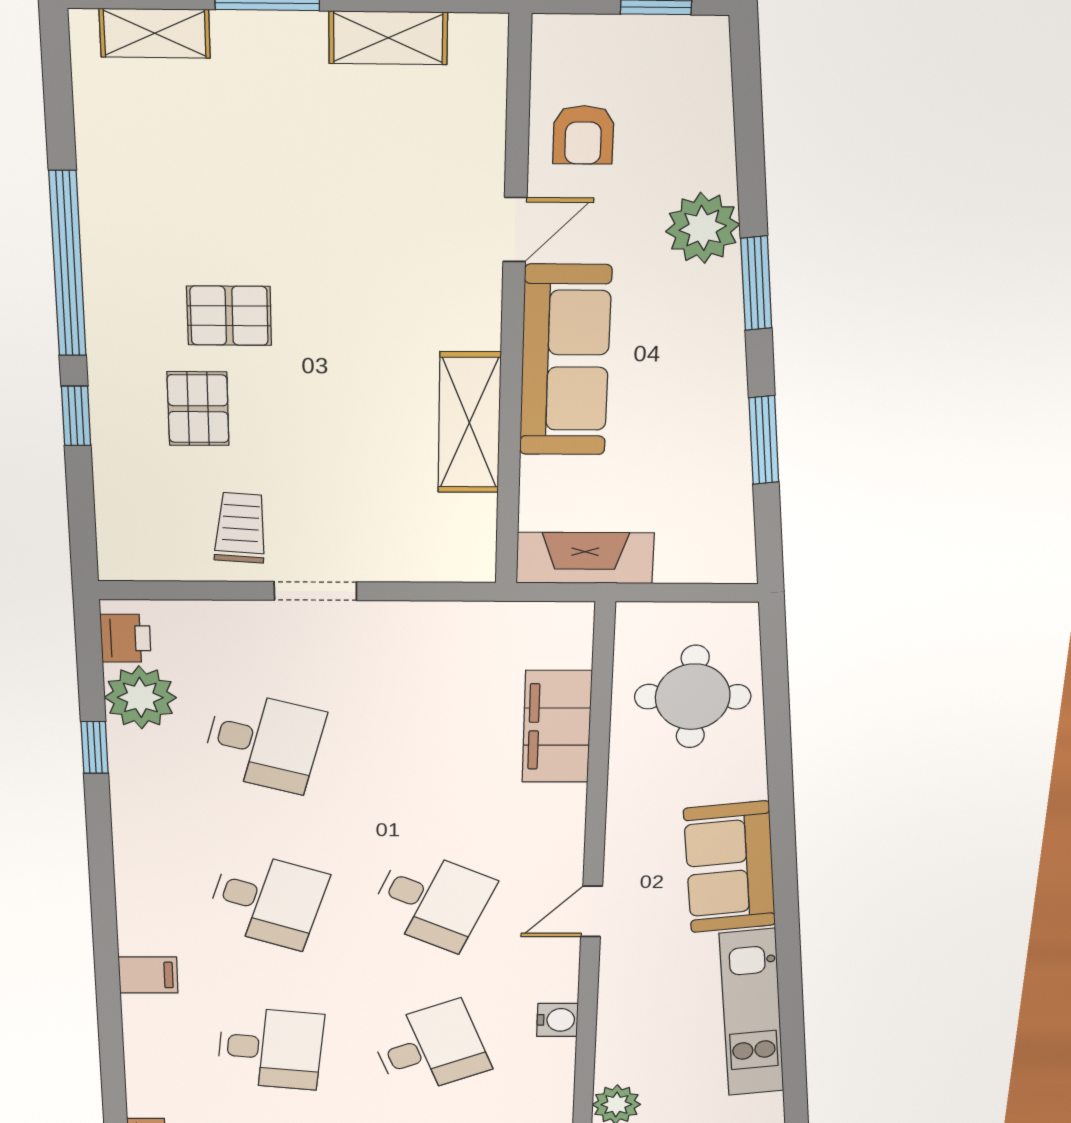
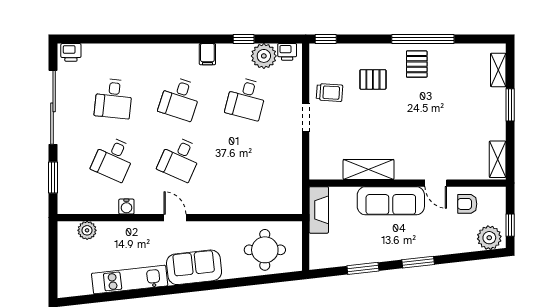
shelving: (388, 38) -> (498, 159), moved
plant: (703, 228) -> (489, 238), moved
pallet: (229, 316) -> (417, 64), moved
window: (76, 416) -> (326, 39), moved
filing cabinet: (557, 727) -> (253, 202), removed
filing cabinet: (148, 975) -> (207, 54), moved
desk: (430, 1048) -> (113, 159), turned 45

